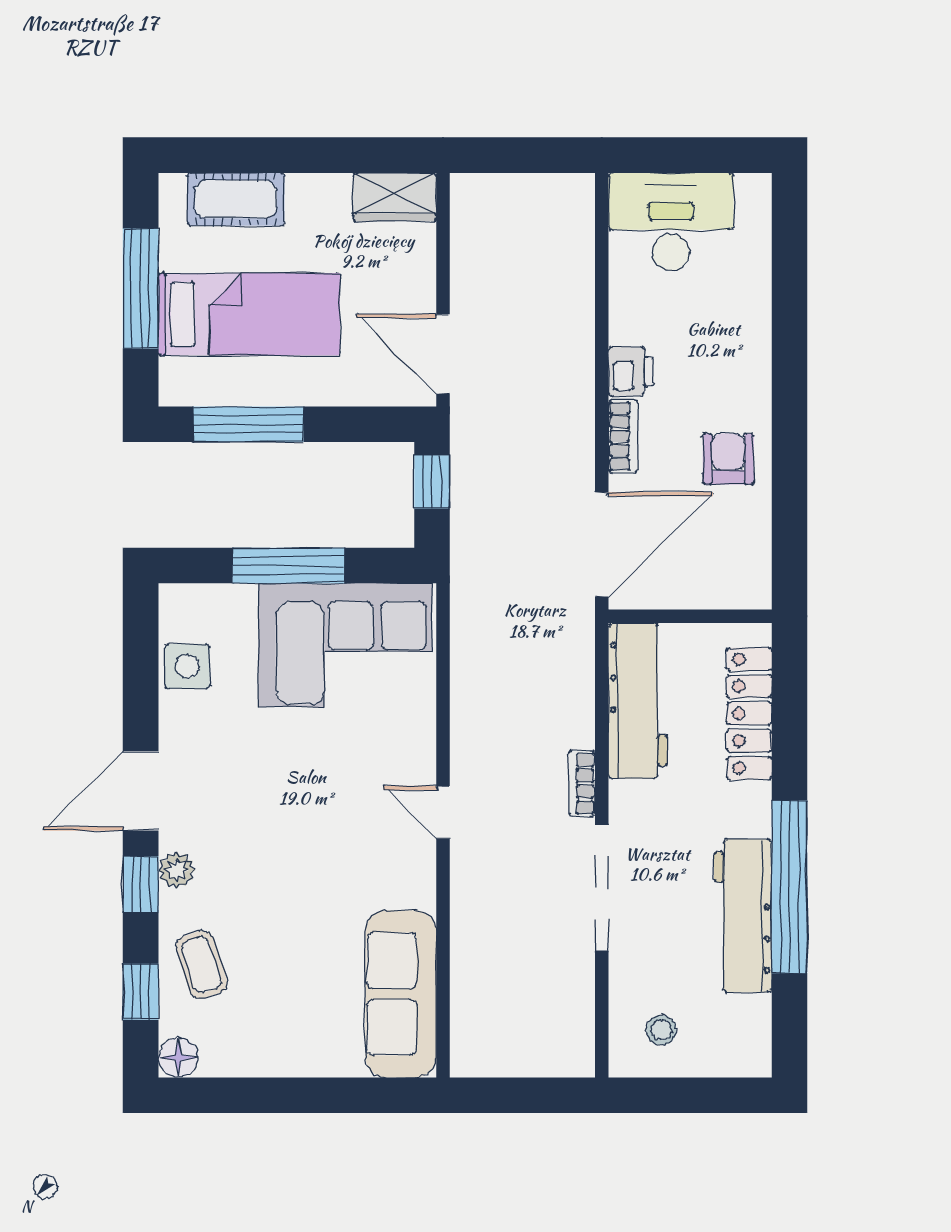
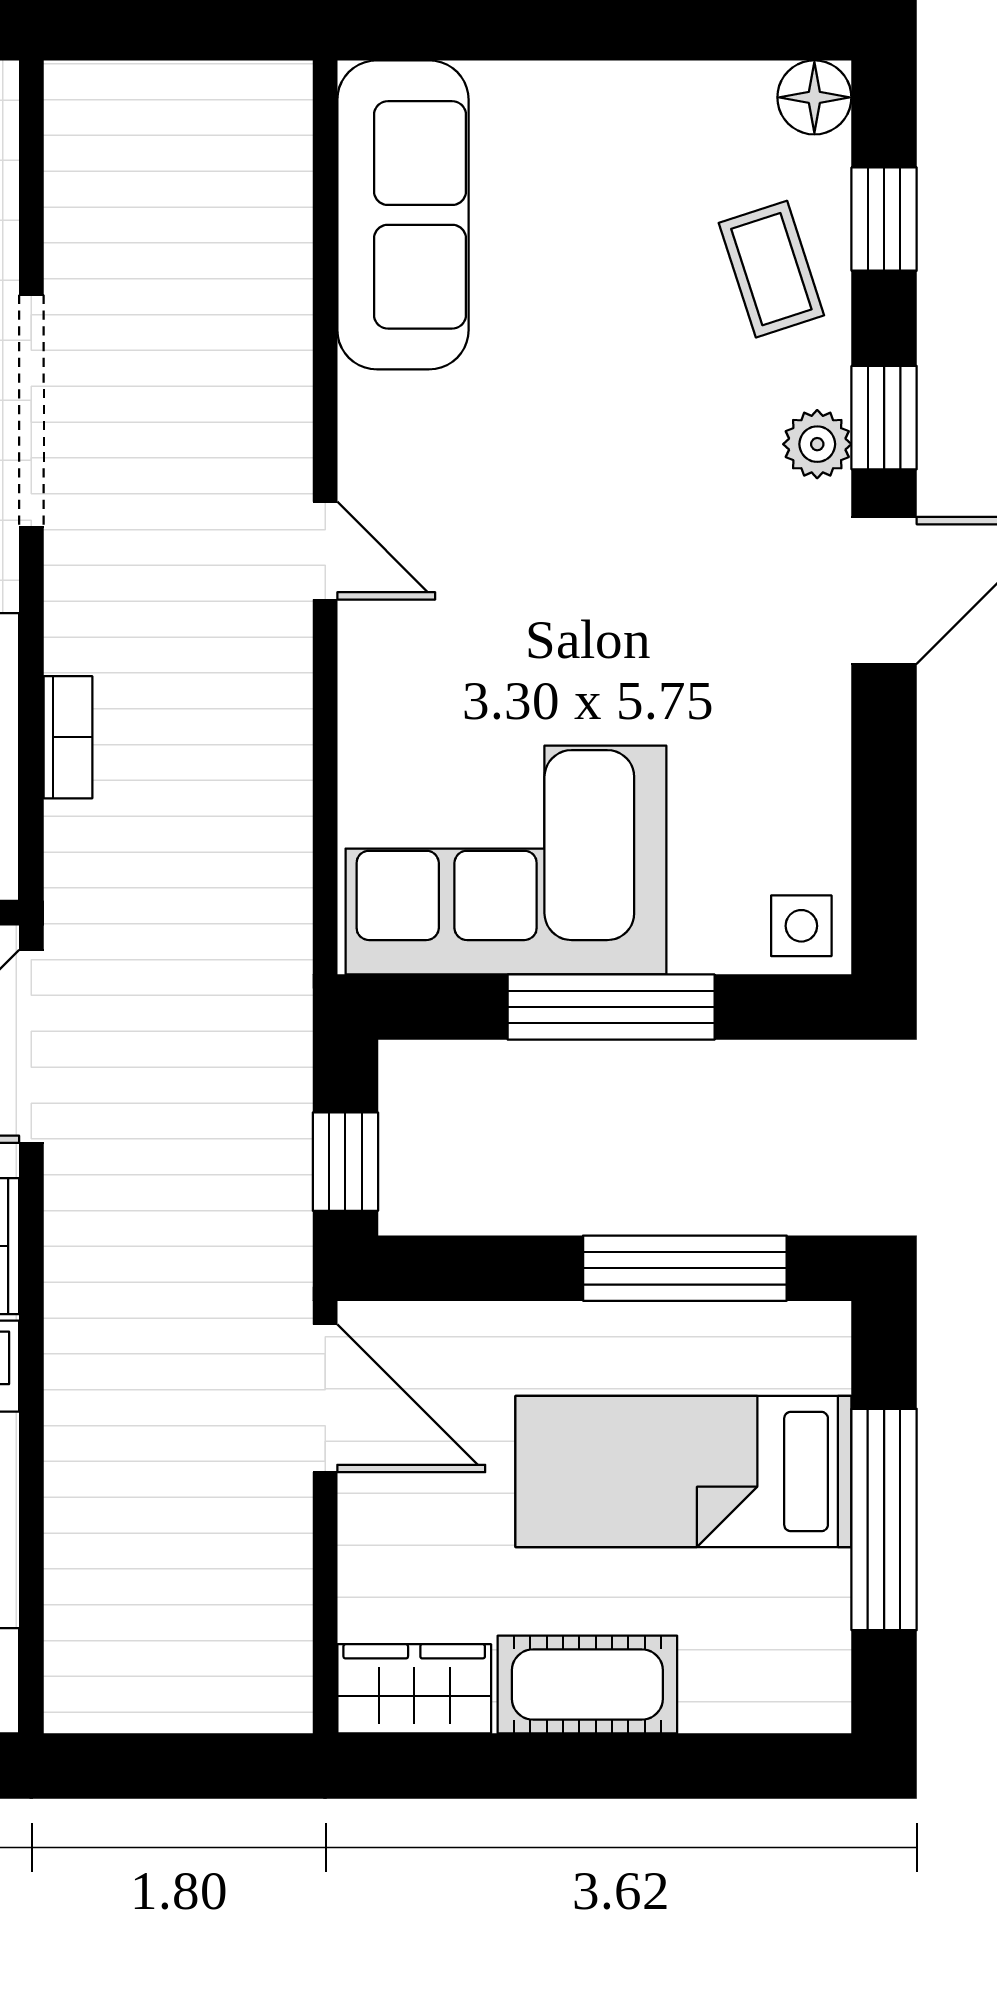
cot: (236, 199) -> (587, 1684), moved
side table: (187, 666) -> (801, 926), moved, width x0.73, depth x0.73
bookcase: (582, 784) -> (68, 737), moved

